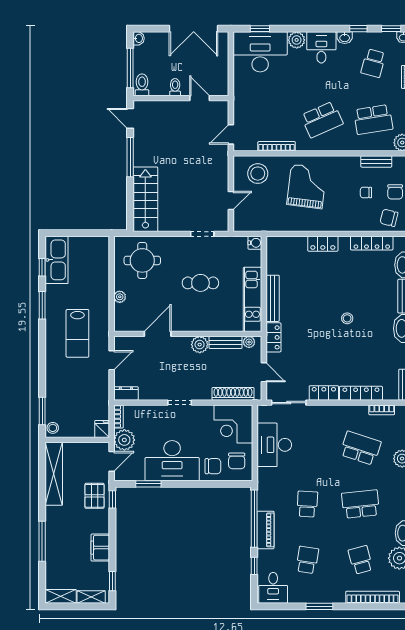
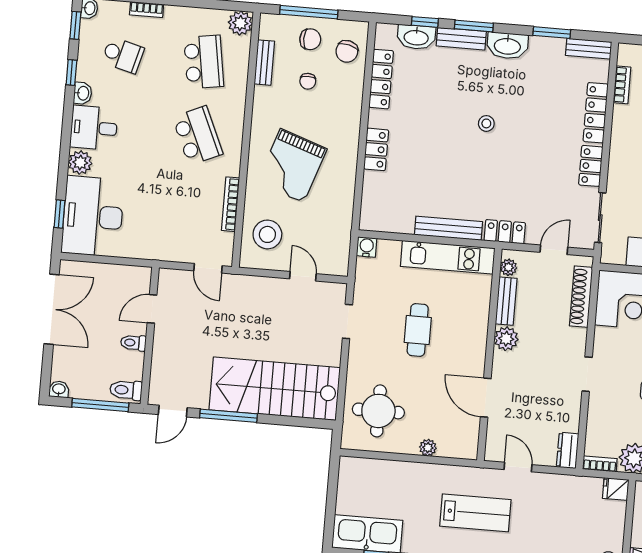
grand piano: (307, 186) -> (292, 166), turned -78
stairs: (145, 199) -> (275, 389), width x1.36, depth x1.51

